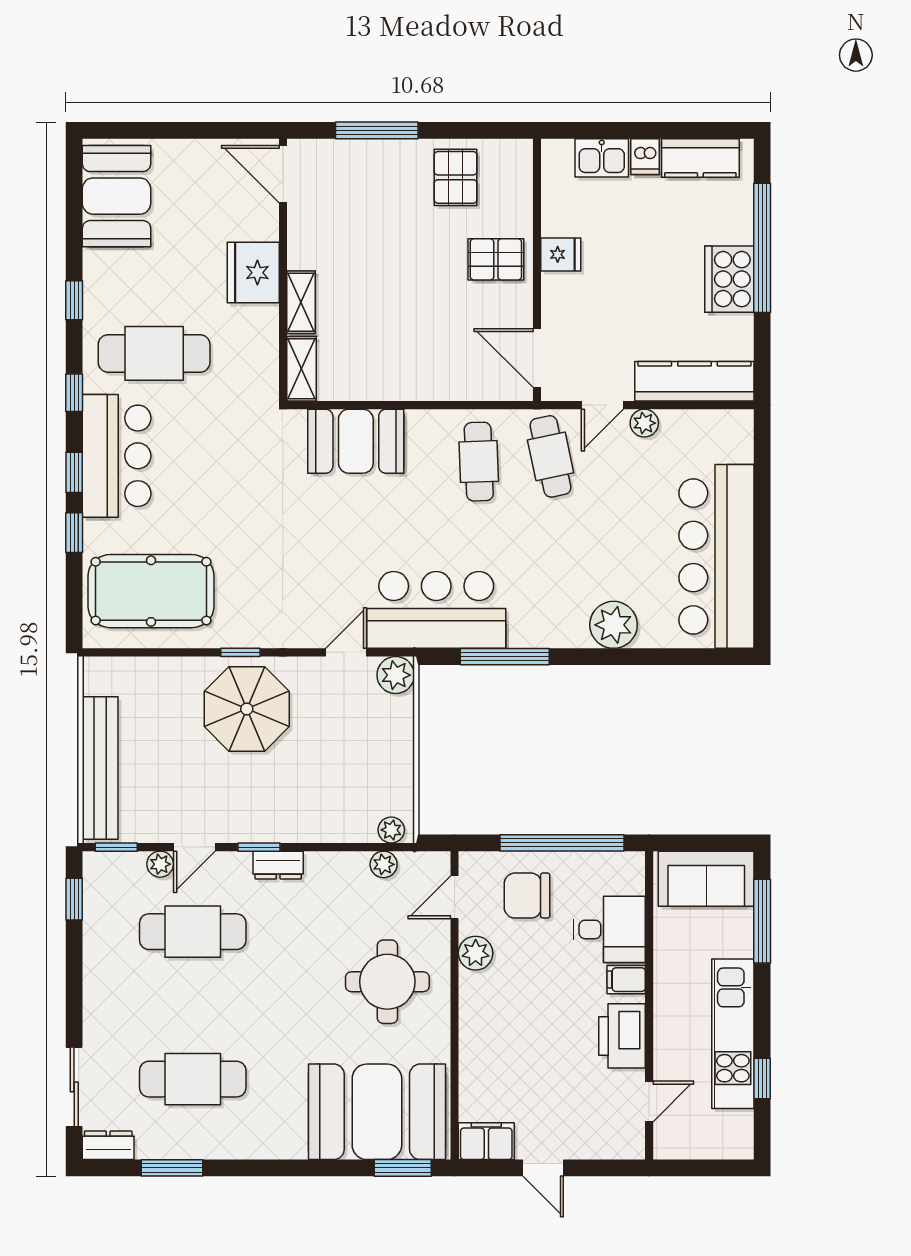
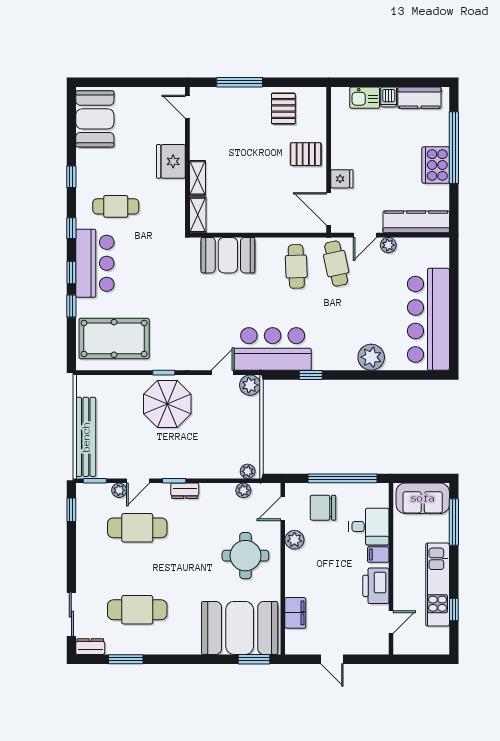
door: (283, 174) -> (187, 107), width x0.73
fridge: (561, 254) -> (342, 179), moved
cafe table: (154, 353) -> (116, 206), width x0.73, depth x0.74
window: (505, 657) -> (311, 375), width x0.46
filing cabinet: (486, 1141) -> (295, 613), moved, turned 90

